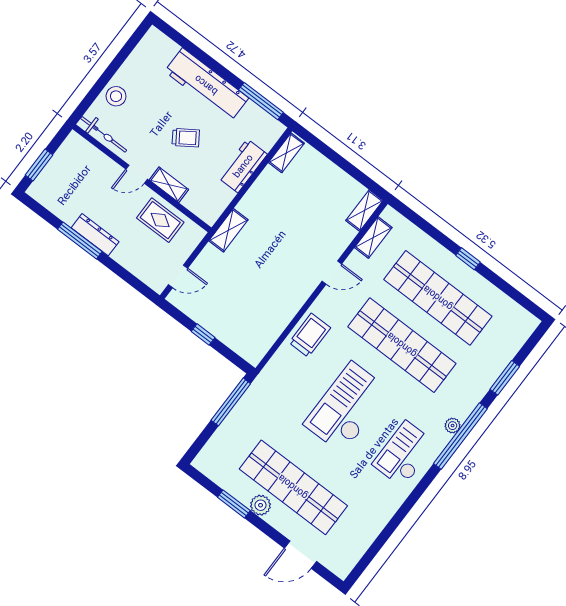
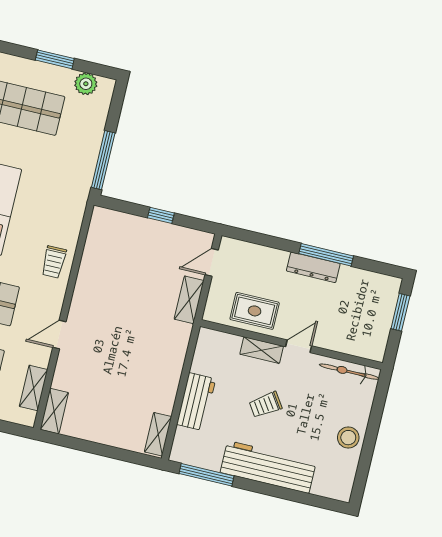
stool: (116, 96) -> (348, 438), moved
shelving: (228, 230) -> (189, 300), moved
trolley: (310, 335) -> (54, 262), width x0.73, depth x0.72
plant: (261, 505) -> (86, 84), moved

